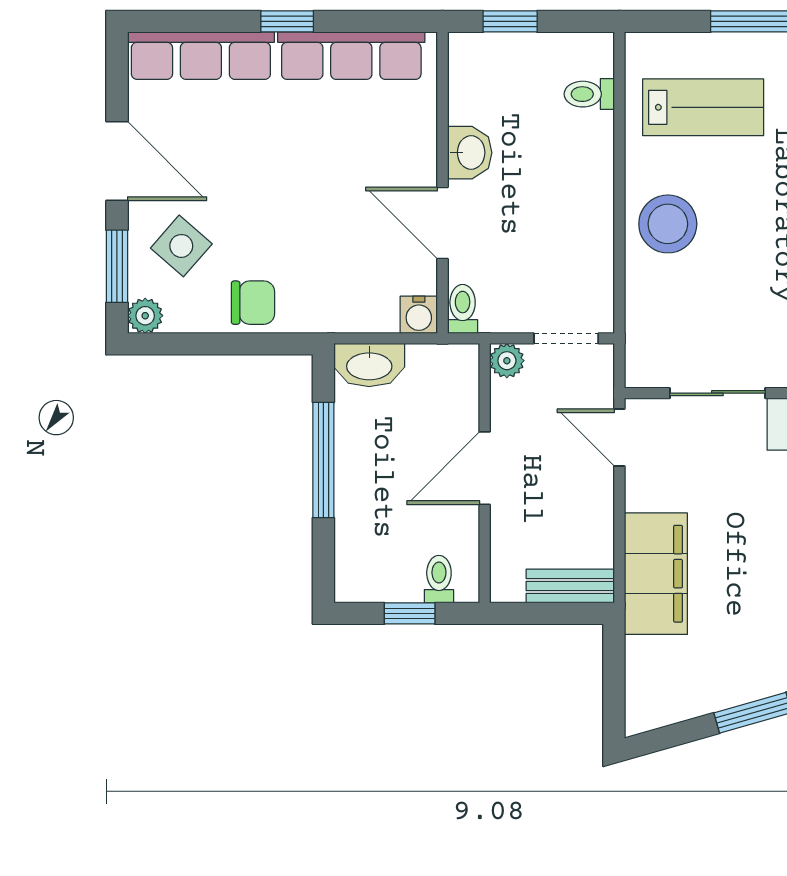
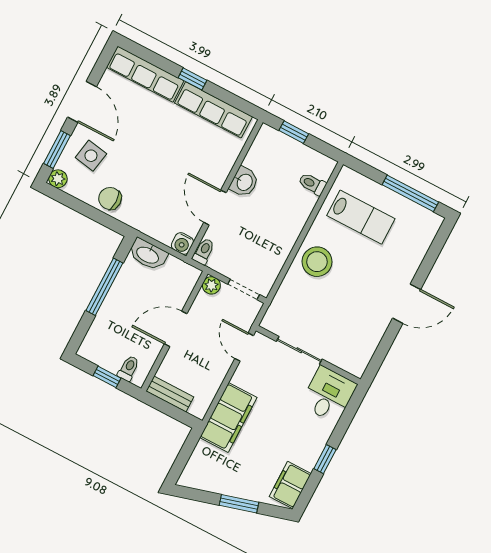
side table: (181, 246) -> (91, 156), turned -31
chair: (253, 303) -> (110, 198), turned 180
bench: (570, 586) -> (170, 394), moved

